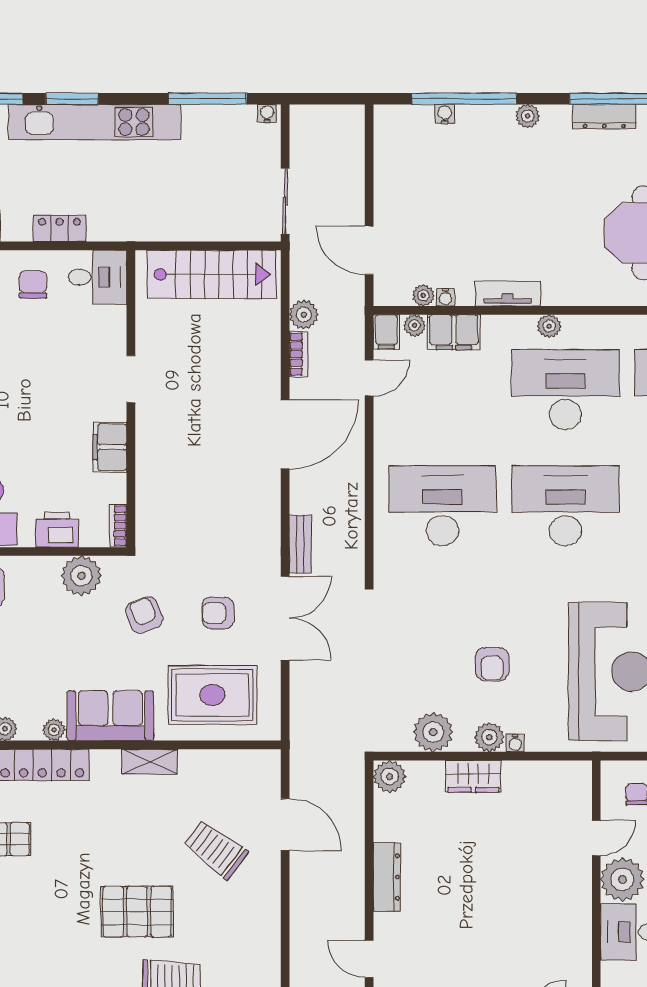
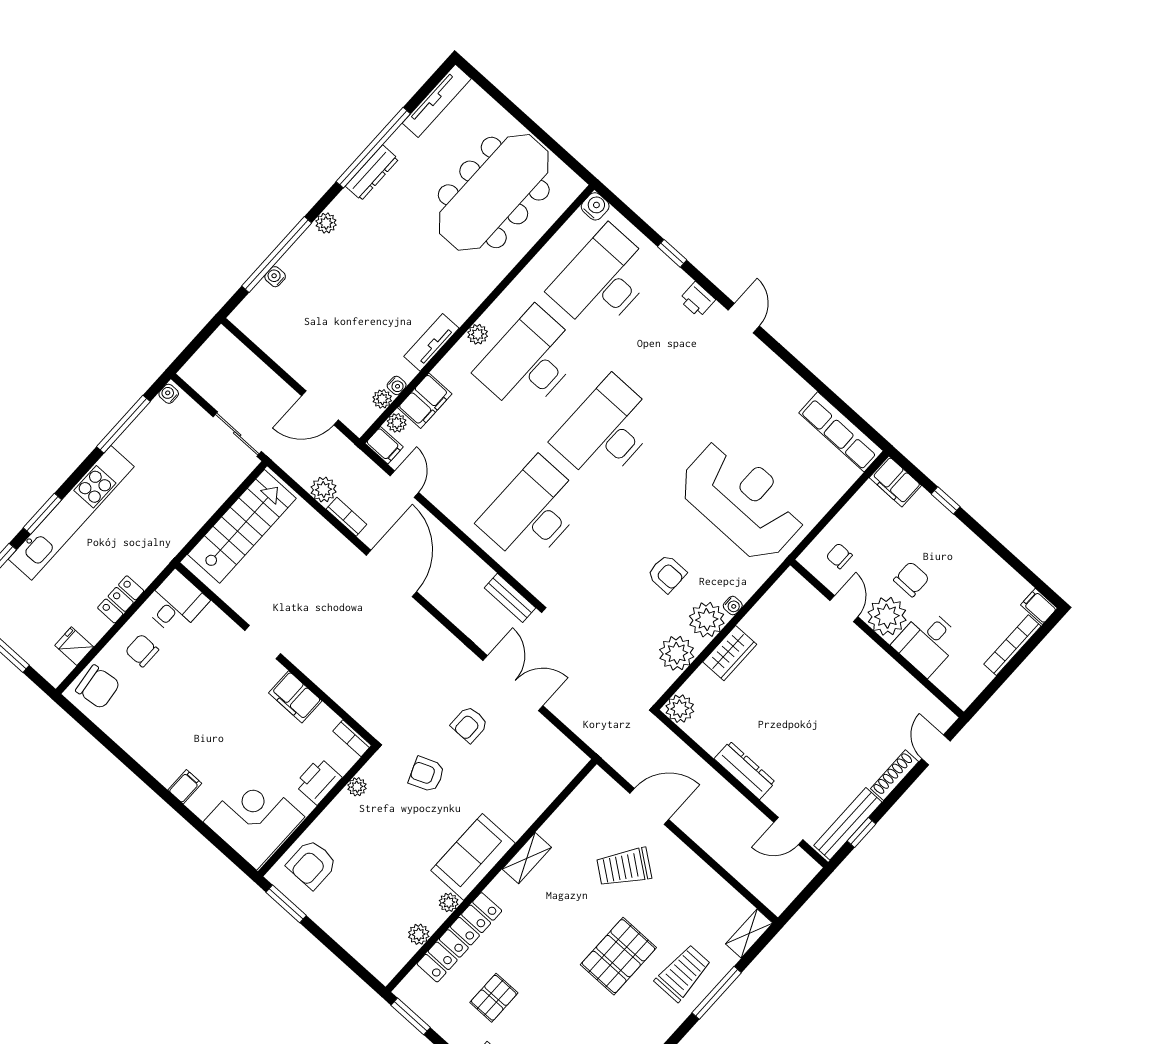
bench: (300, 544) -> (510, 598), moved
plant: (81, 576) -> (357, 787), width x0.53, depth x0.53
rug: (212, 695) -> (520, 777), removed
plant: (489, 737) -> (707, 620), width x1.36, depth x1.36

